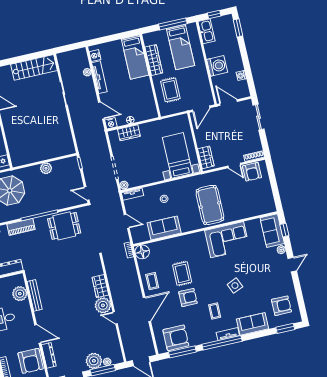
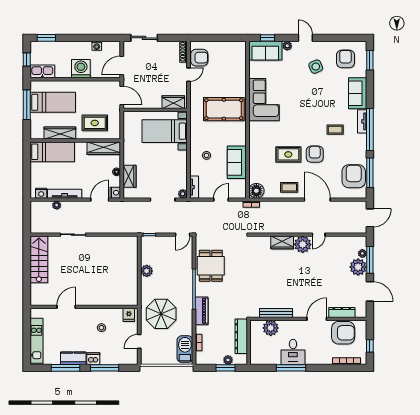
wardrobe: (149, 103) -> (104, 148), added
side table: (235, 286) -> (316, 67), moved

